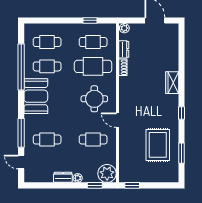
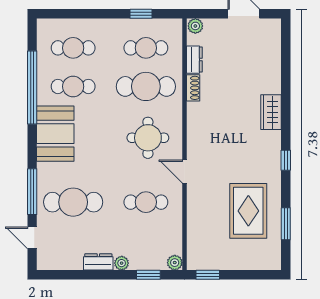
cafe table: (47, 139) -> (73, 202), width x1.37, depth x1.35
plant: (107, 173) -> (175, 263), width x0.53, depth x0.53

